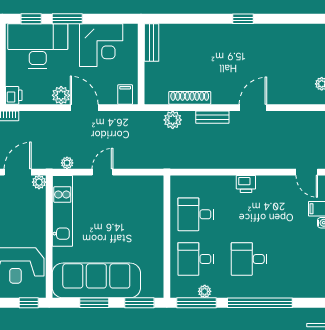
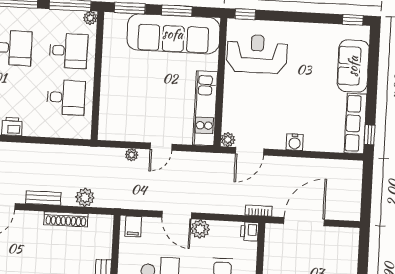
plant: (67, 163) -> (132, 155), moved
plant: (205, 291) -> (90, 18), moved

